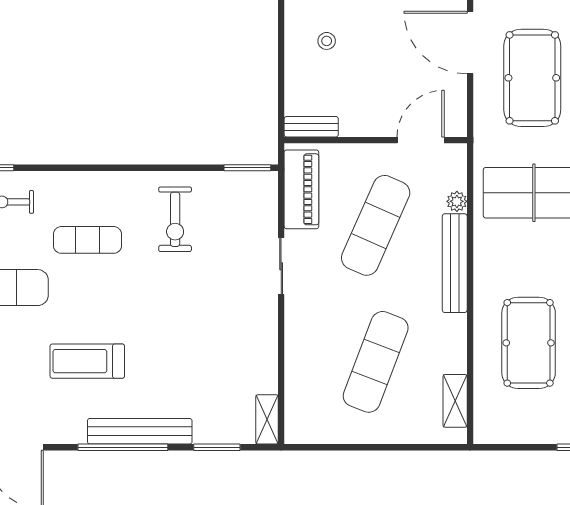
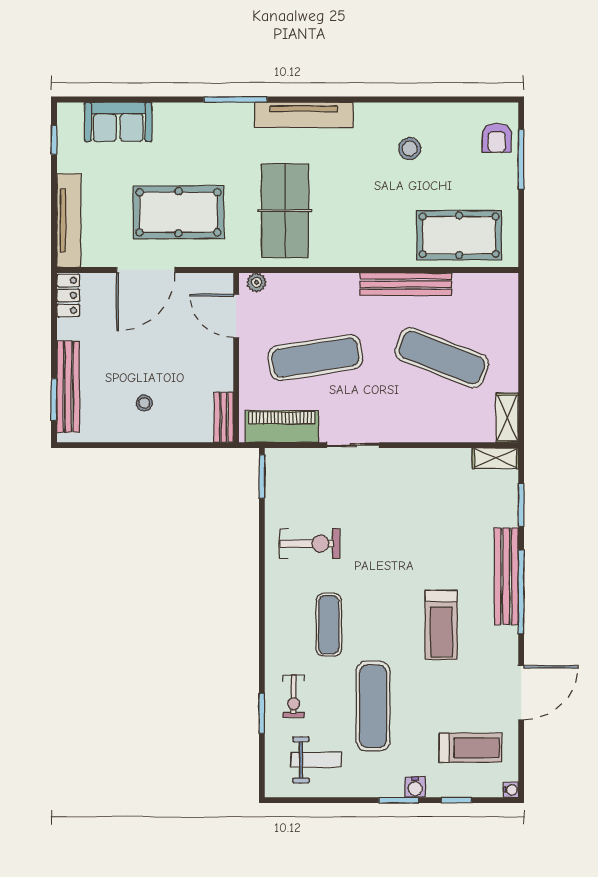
plant: (457, 201) -> (257, 282), moved
exercise mat: (376, 225) -> (315, 358), turned -33
bench: (455, 263) -> (406, 284), moved
pool table: (529, 343) -> (459, 235), moved
shelving: (455, 401) -> (507, 418), moved, turned 90

